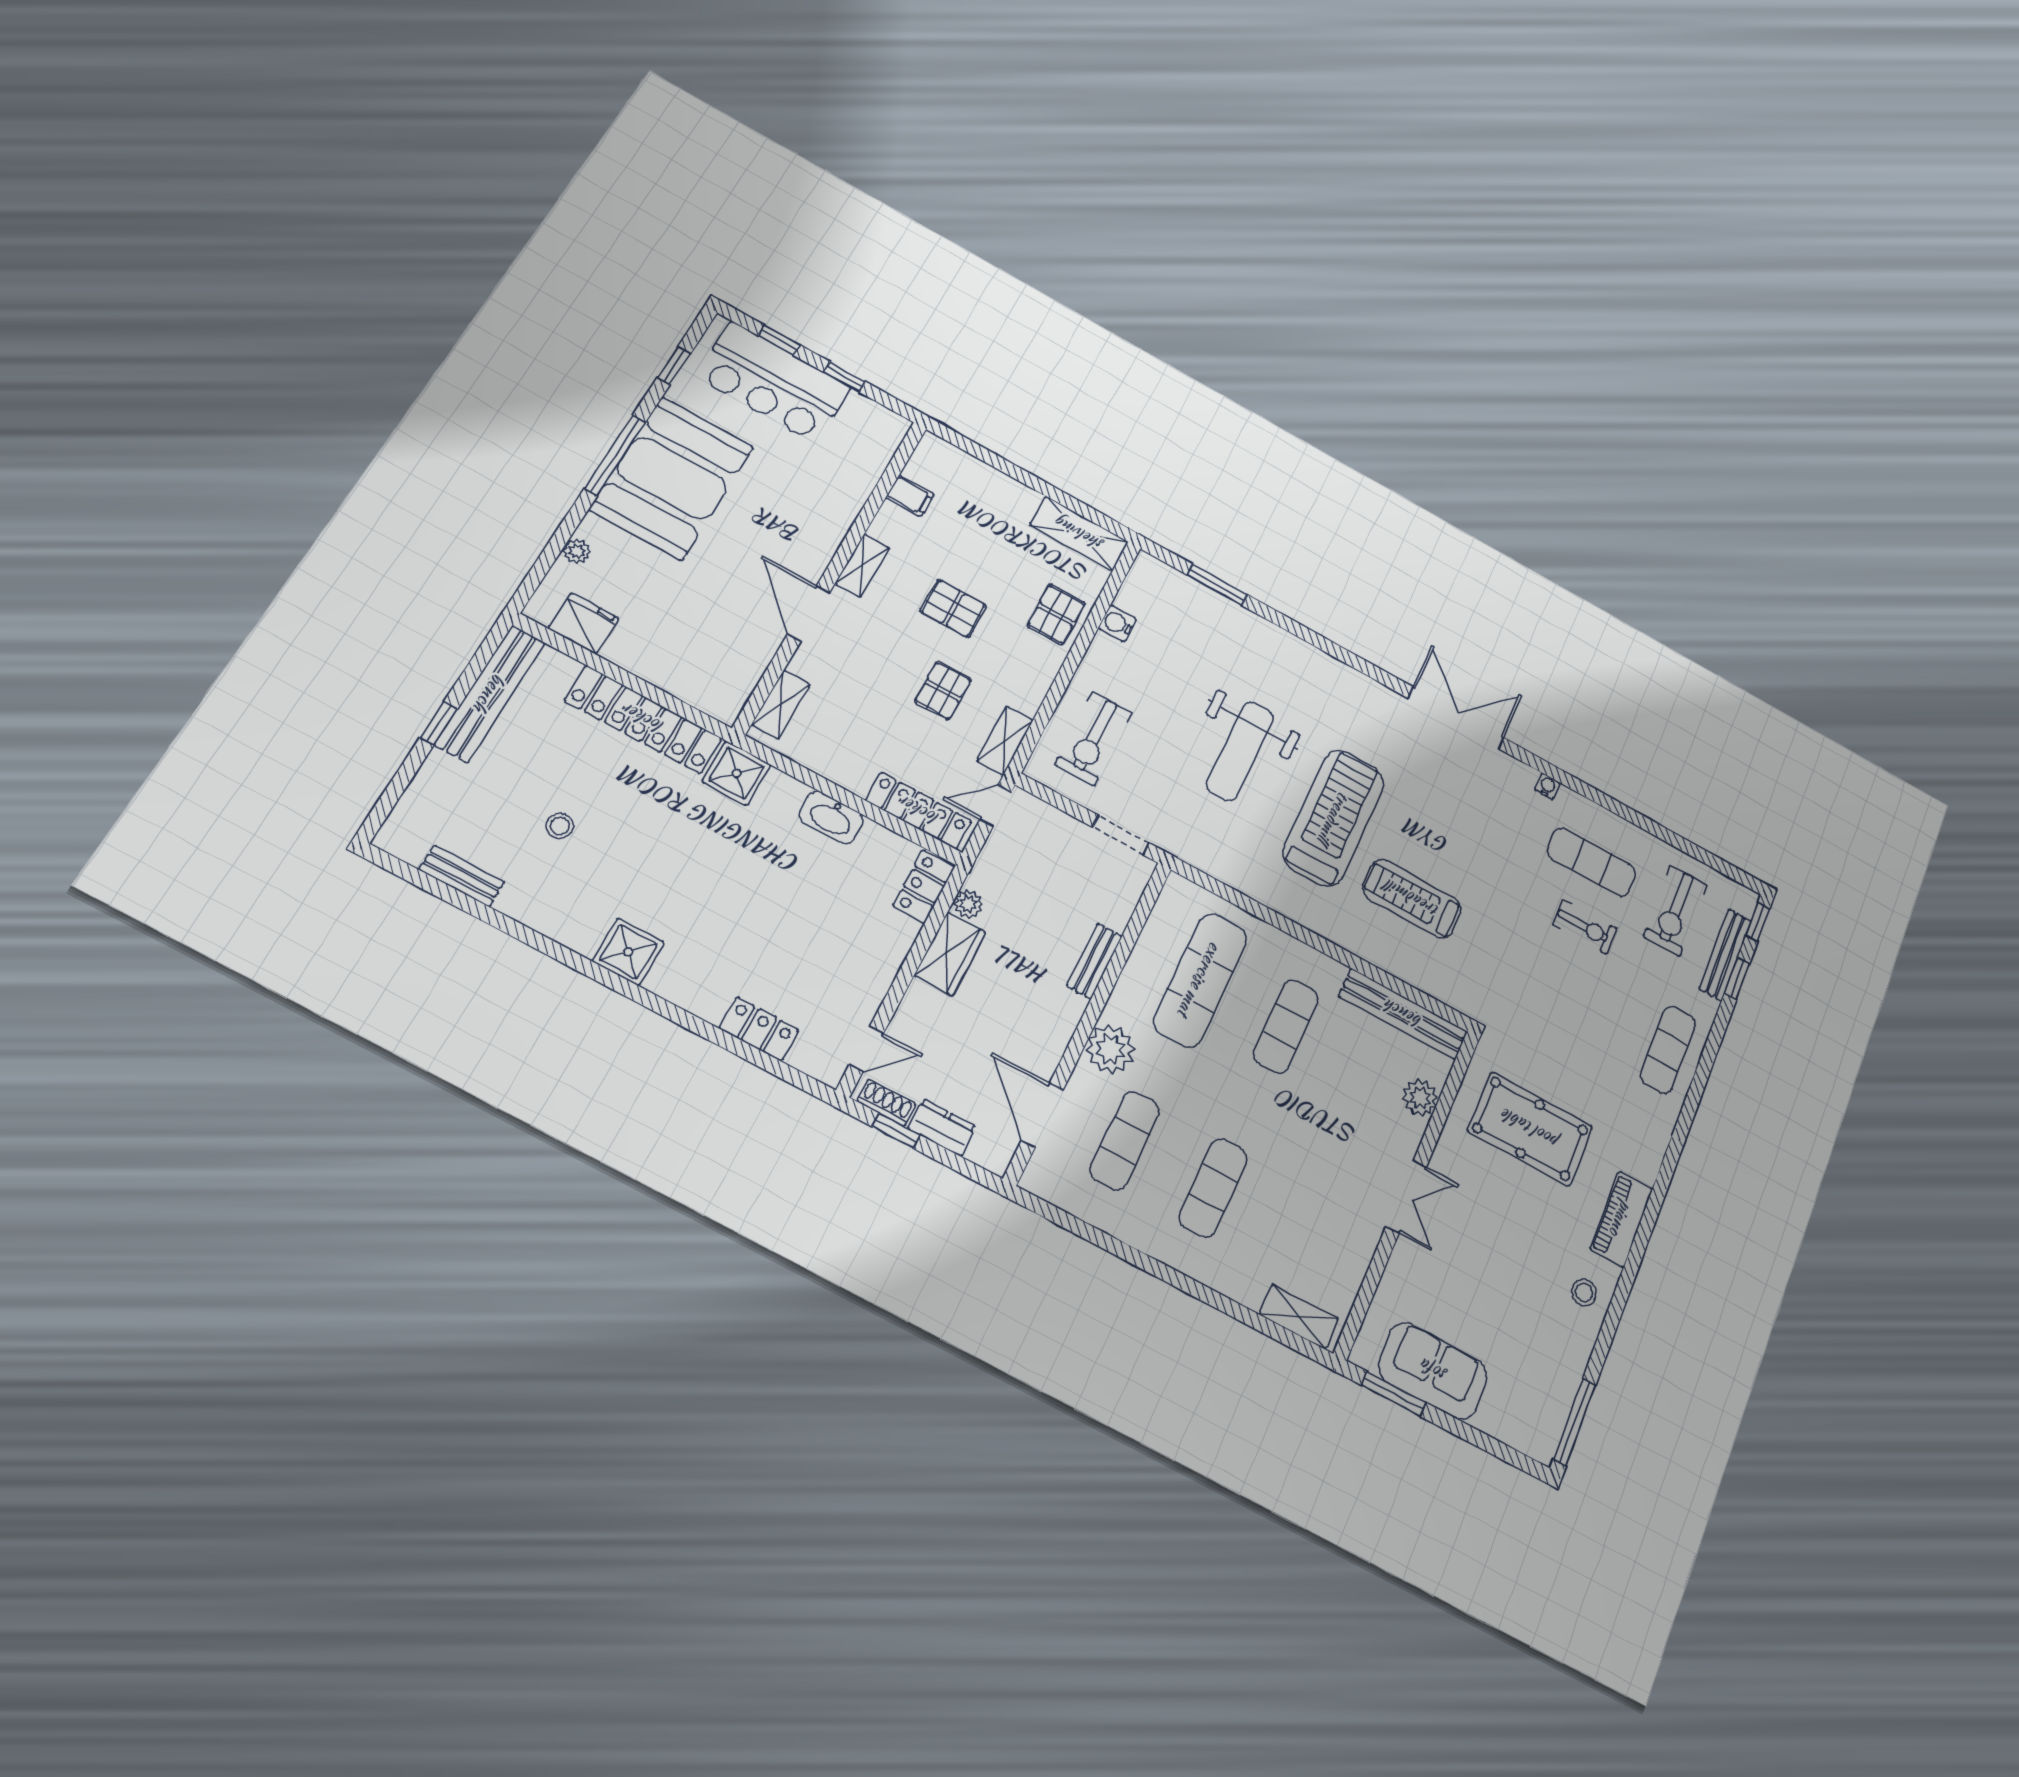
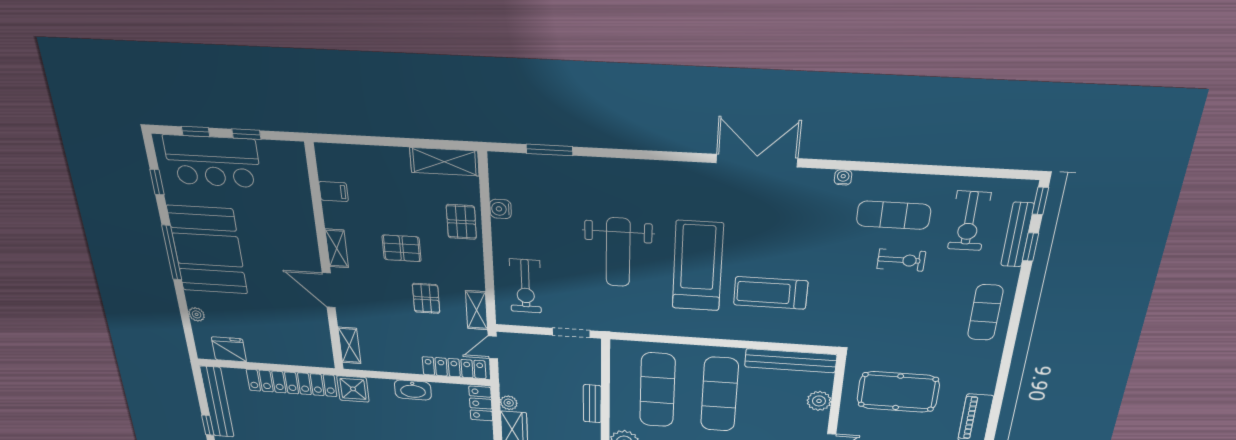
exercise mat: (1286, 1026) -> (720, 394), width x1.36, depth x1.45

